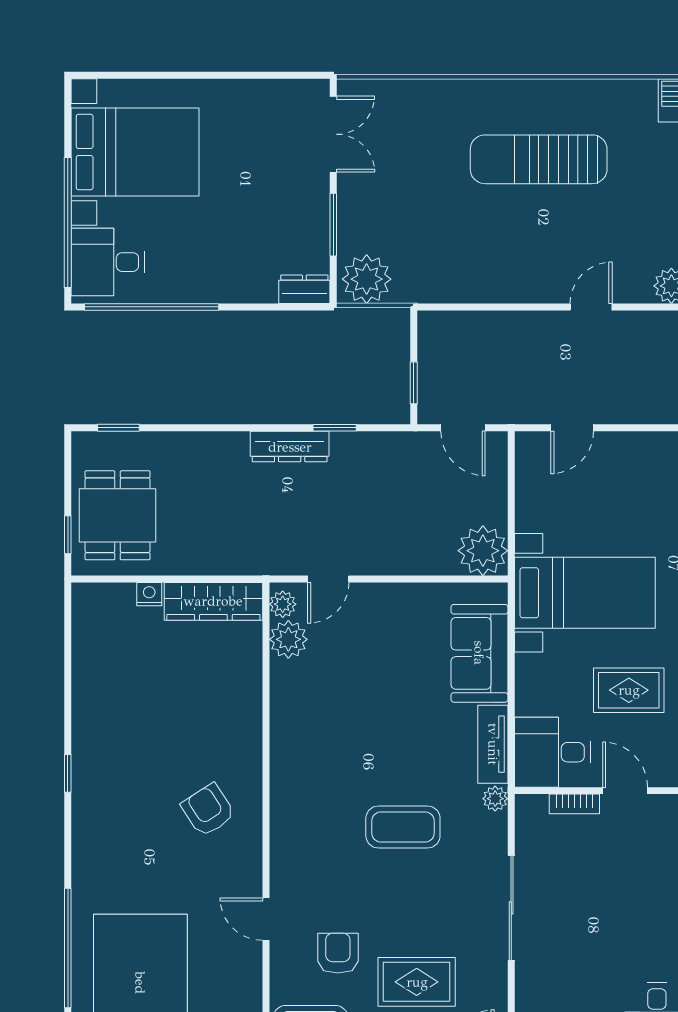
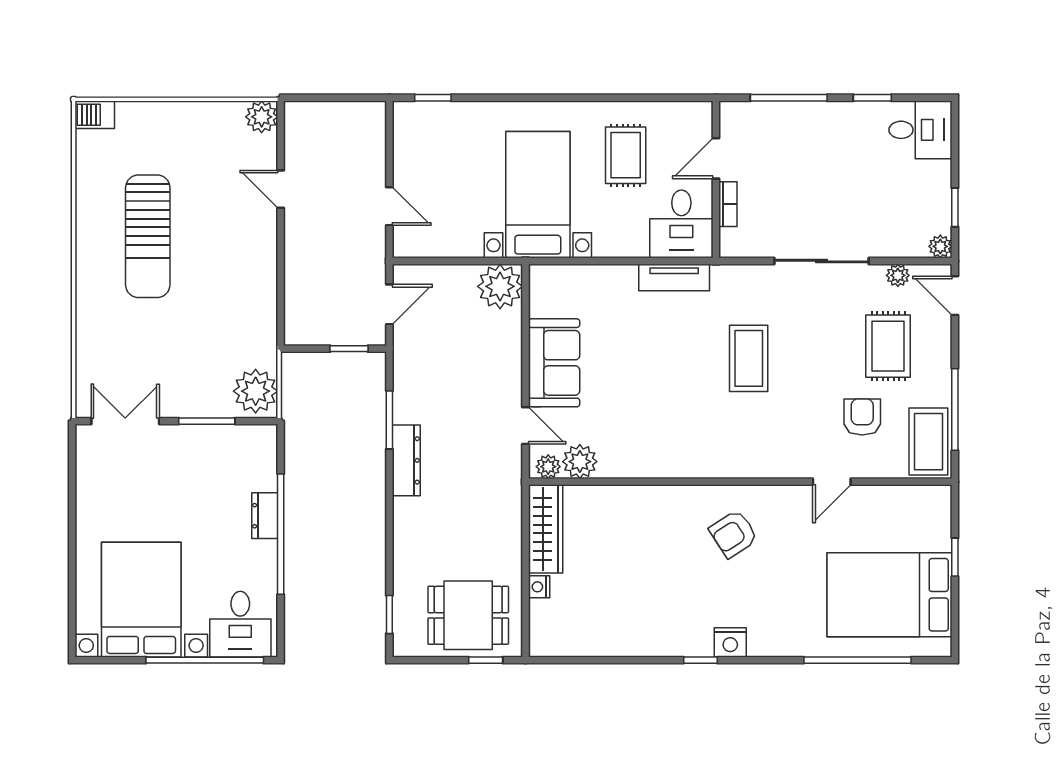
dresser: (304, 289) -> (265, 516), moved
window: (152, 307) -> (281, 534), moved
window: (335, 428) -> (389, 420), width x1.50
sofa: (479, 653) -> (554, 363), moved, turned -90
plant: (495, 799) -> (898, 275), moved
nightstand: (87, 806) -> (730, 642), added
armchair: (338, 953) -> (862, 417), turned 90

